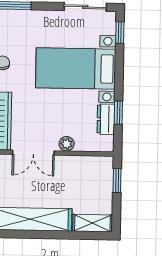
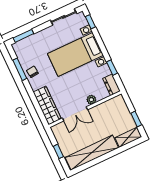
dresser: (106, 119) -> (111, 85), moved
window: (117, 181) -> (136, 119), moved

